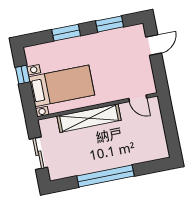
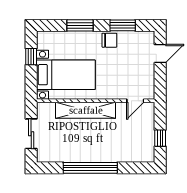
chair: (99, 42) -> (109, 40), added
door: (138, 98) -> (135, 101), hinge flipped
window: (171, 131) -> (160, 138), added

